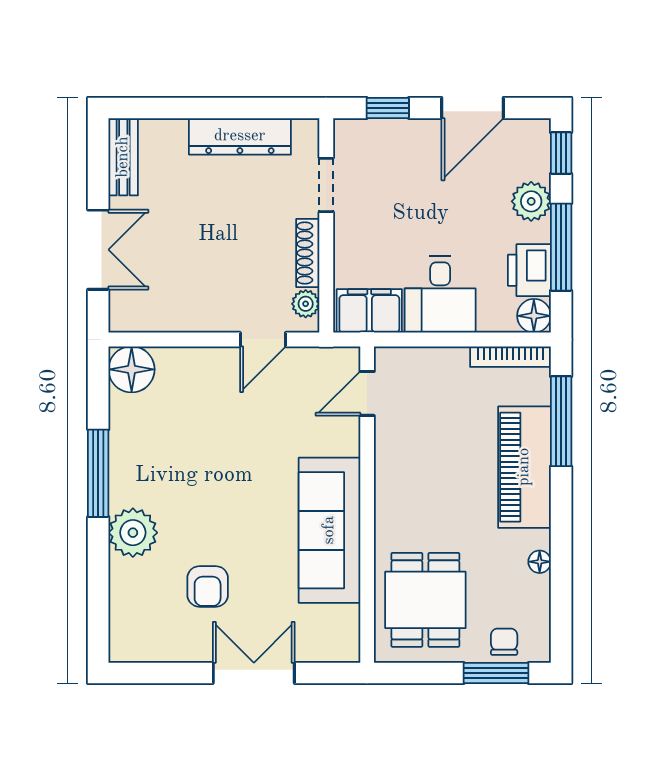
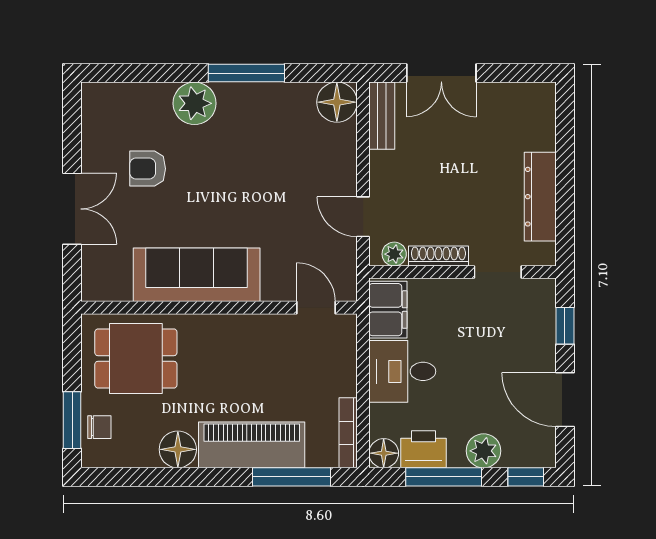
bench: (123, 157) -> (382, 116), moved, turned 90
floor lamp: (540, 562) -> (178, 449), width x1.89, depth x1.89

